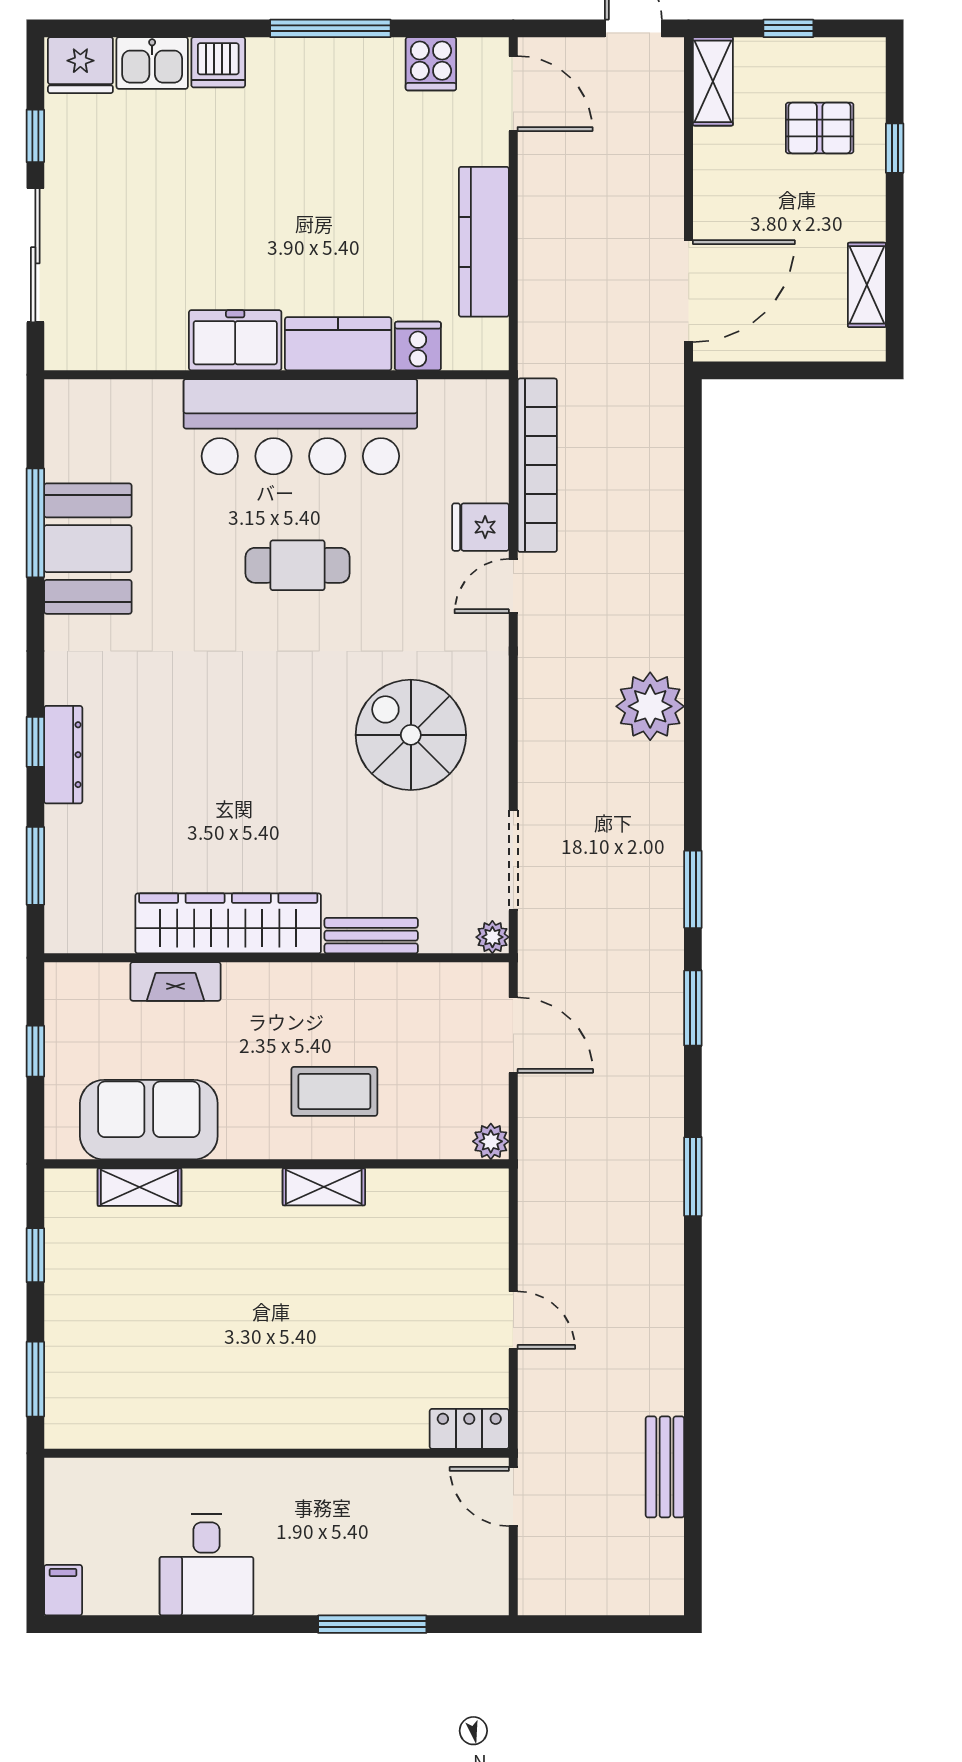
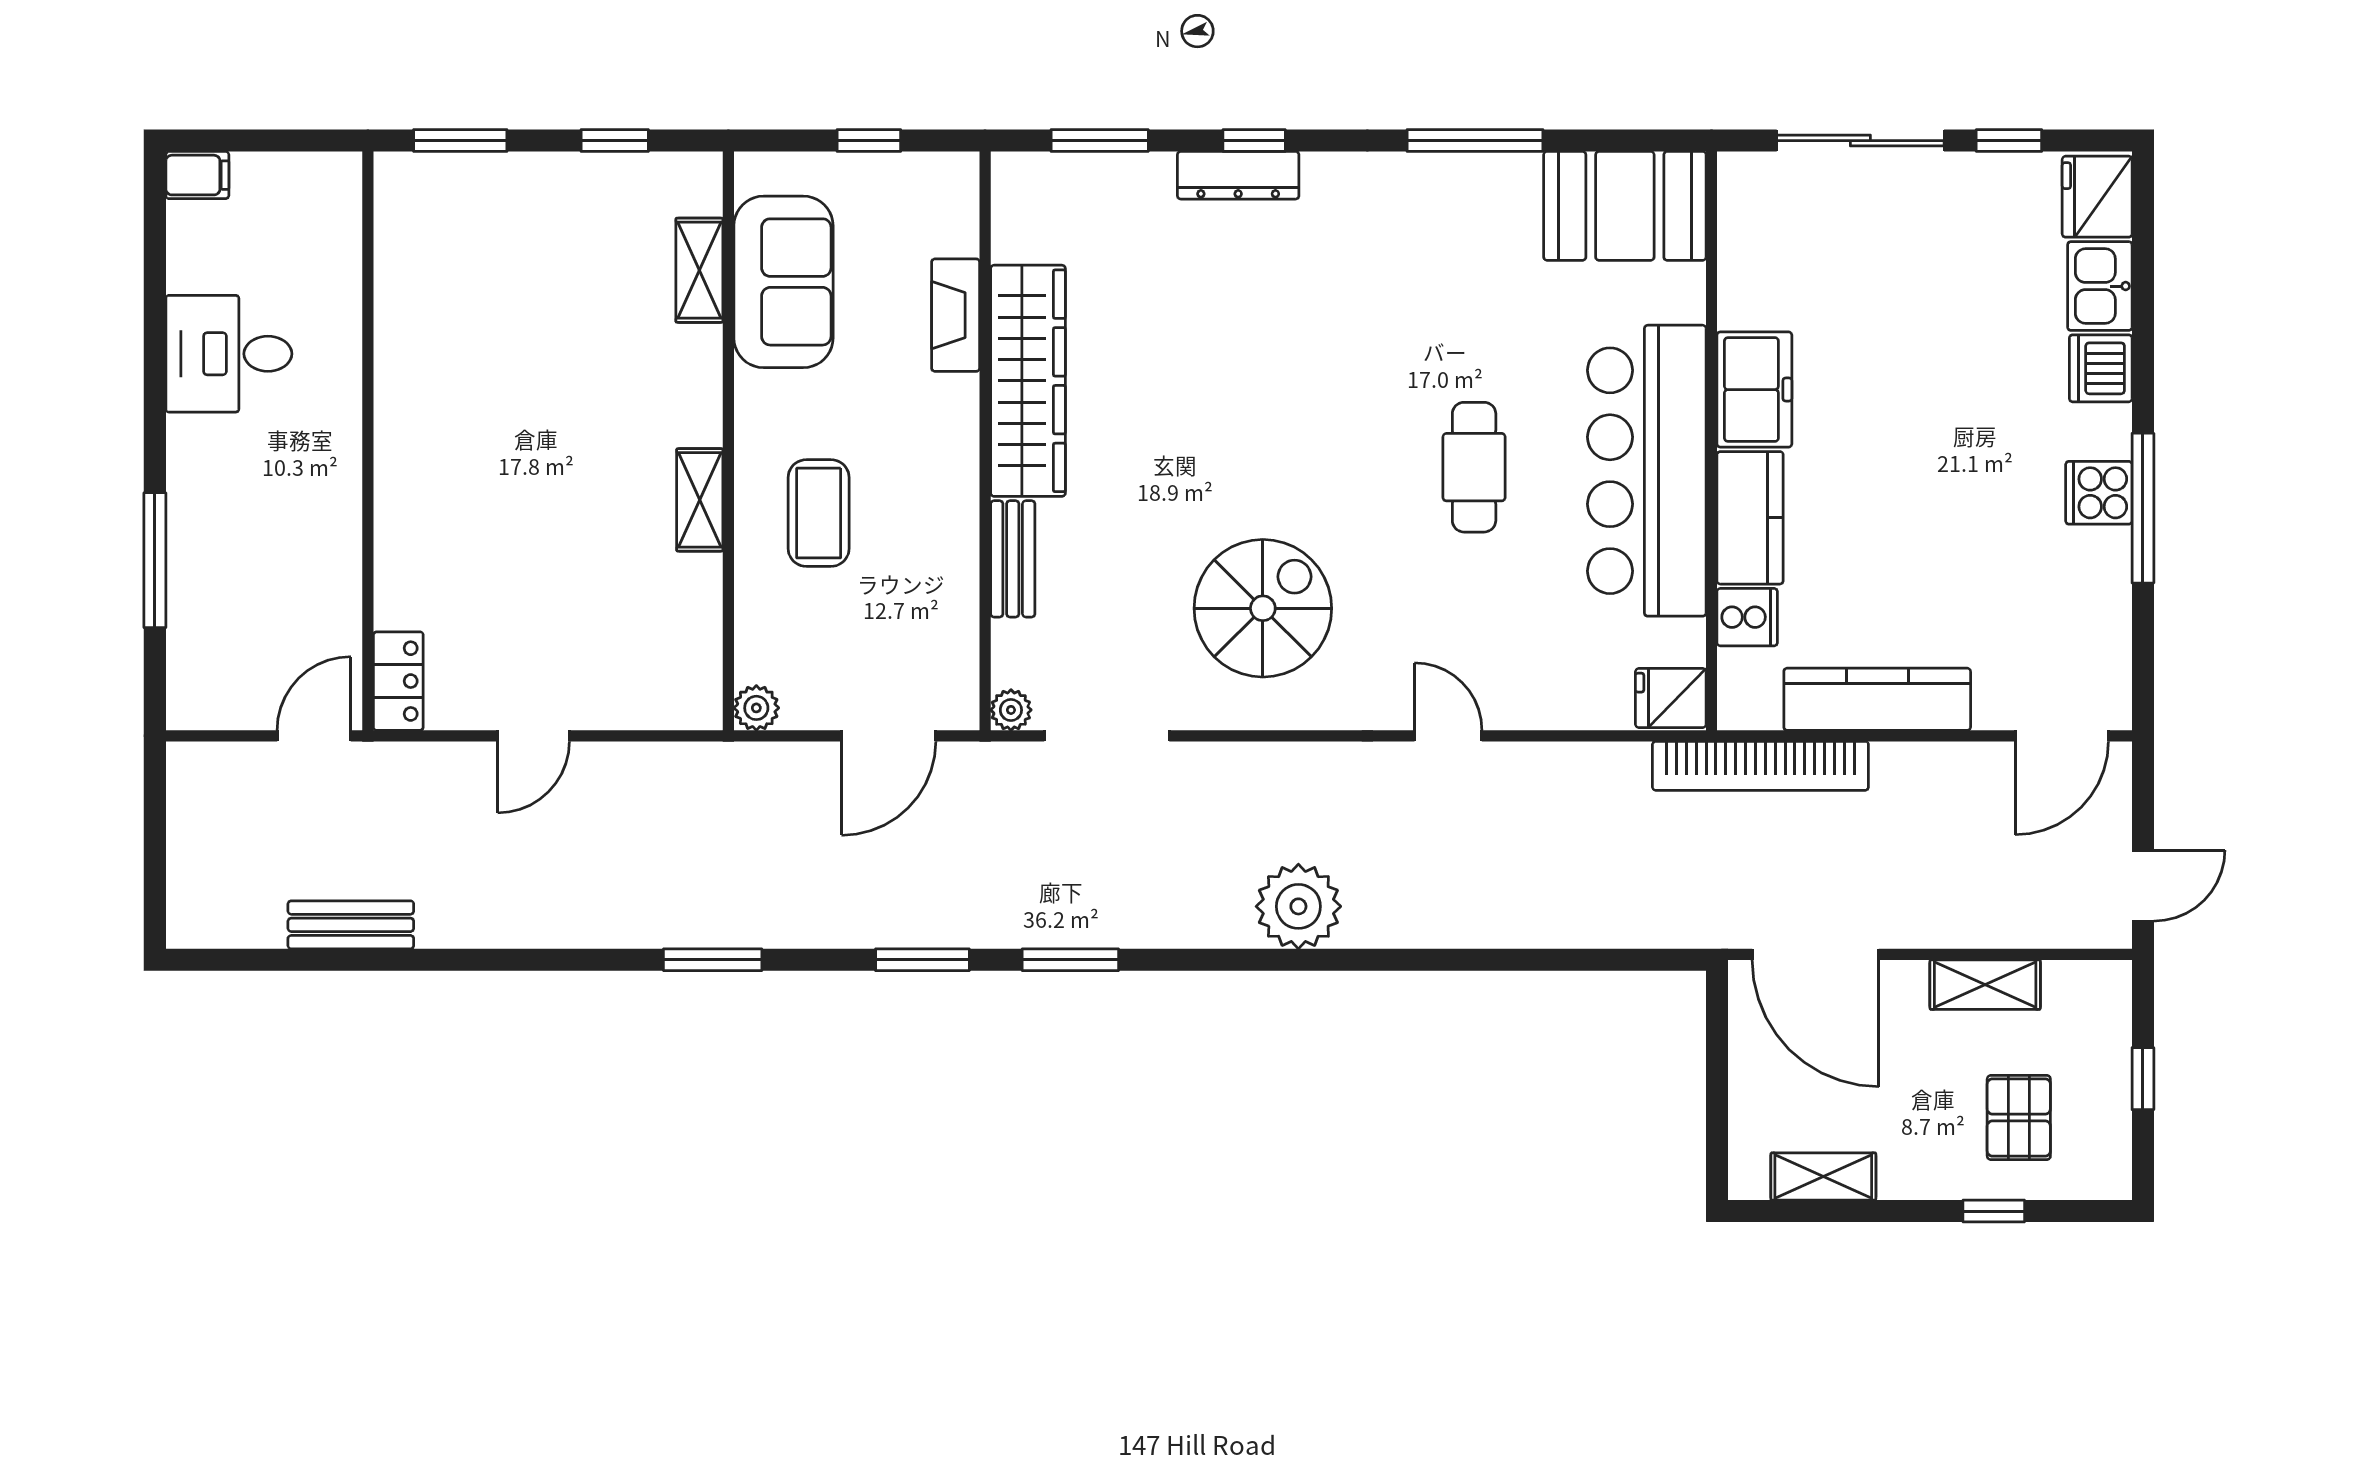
cooker: (431, 64) -> (2099, 493), moved
shelving: (713, 81) -> (1985, 985), moved
bookcase: (537, 465) -> (1760, 766), moved
window: (35, 523) -> (1475, 141), moved
fridge: (481, 527) -> (1671, 698), moved, turned -90
booth: (88, 549) -> (1625, 206), moved

